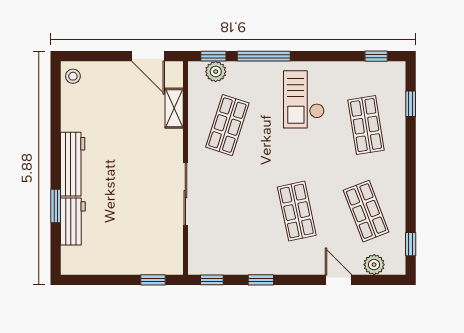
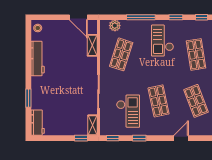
window: (213, 56) -> (176, 17), moved
workbench: (73, 164) -> (38, 59), moved
workbench: (73, 221) -> (38, 123), moved
checkout: (240, 230) -> (128, 111), added
shelving: (175, 256) -> (93, 125), added
plant: (374, 265) -> (200, 130), removed
door: (339, 280) -> (181, 138), hinge flipped

